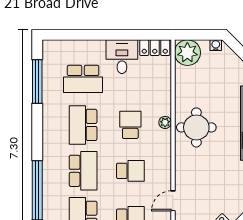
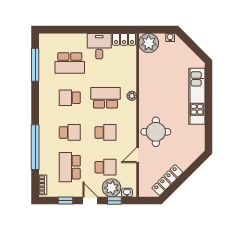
school desk: (83, 125) -> (70, 98), width x0.54
school desk: (130, 125) -> (106, 98), width x1.85
round table: (196, 127) -> (156, 132), moved
school desk: (83, 171) -> (70, 132), width x0.54

